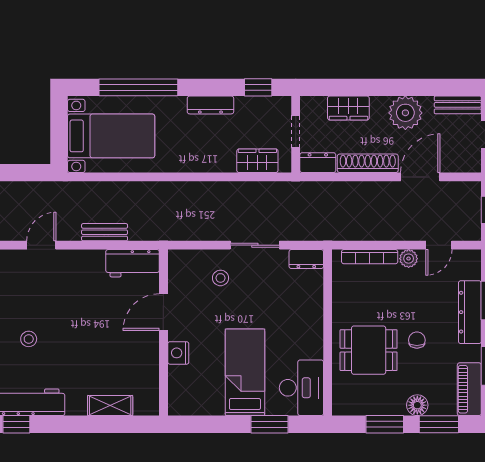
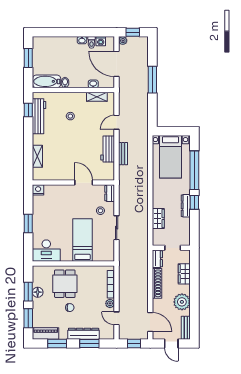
window: (258, 87) -> (194, 202), moved
wardrobe: (257, 161) -> (158, 219), moved
door: (420, 177) -> (150, 322), moved
door: (41, 245) -> (117, 122), swing flipped
dresser: (306, 259) -> (110, 193), moved
workbench: (133, 263) -> (108, 149), moved
nightstand: (178, 353) -> (38, 190), moved
bed: (245, 372) -> (82, 240), moved, turned -90
floor lamp: (417, 405) -> (38, 292), moved
window: (270, 424) -> (28, 223), moved

